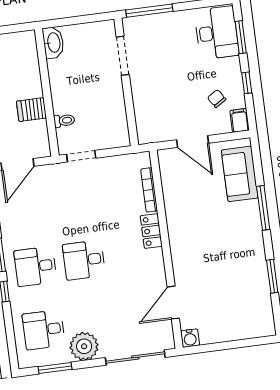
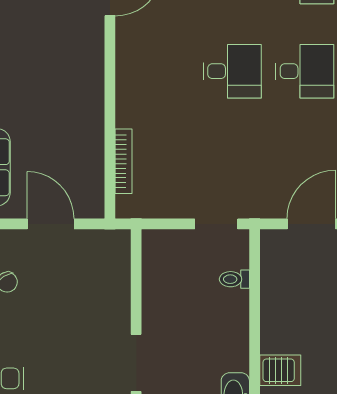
server rack: (31, 110) -> (280, 370), moved
locker: (151, 231) -> (128, 101), removed

